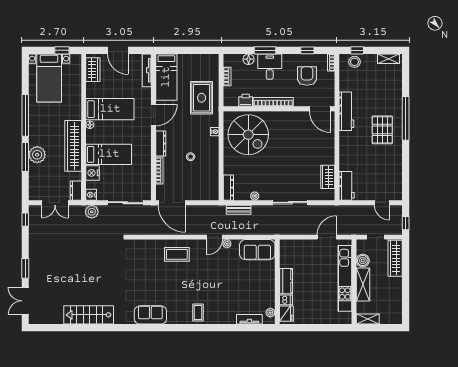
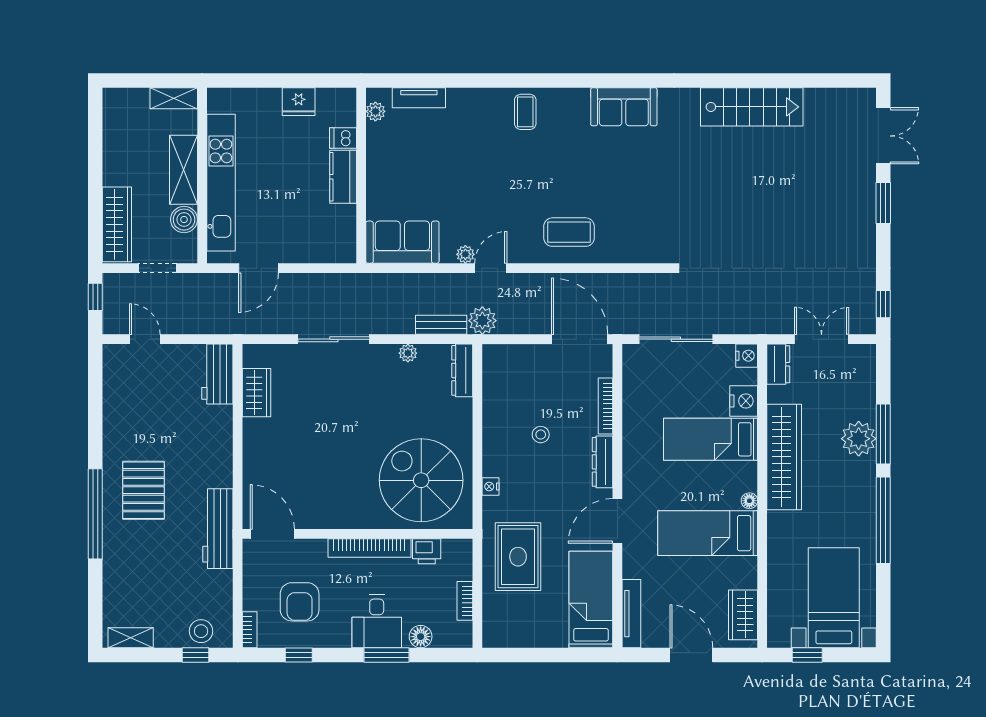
plant: (92, 212) -> (482, 321), moved
fridge: (286, 314) -> (299, 102), moved, turned -90

